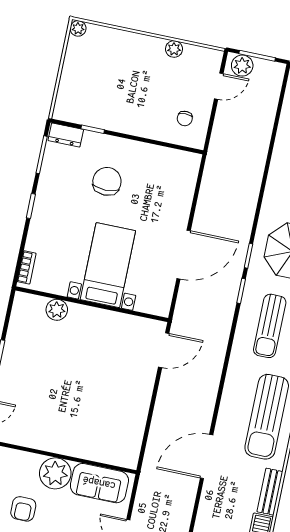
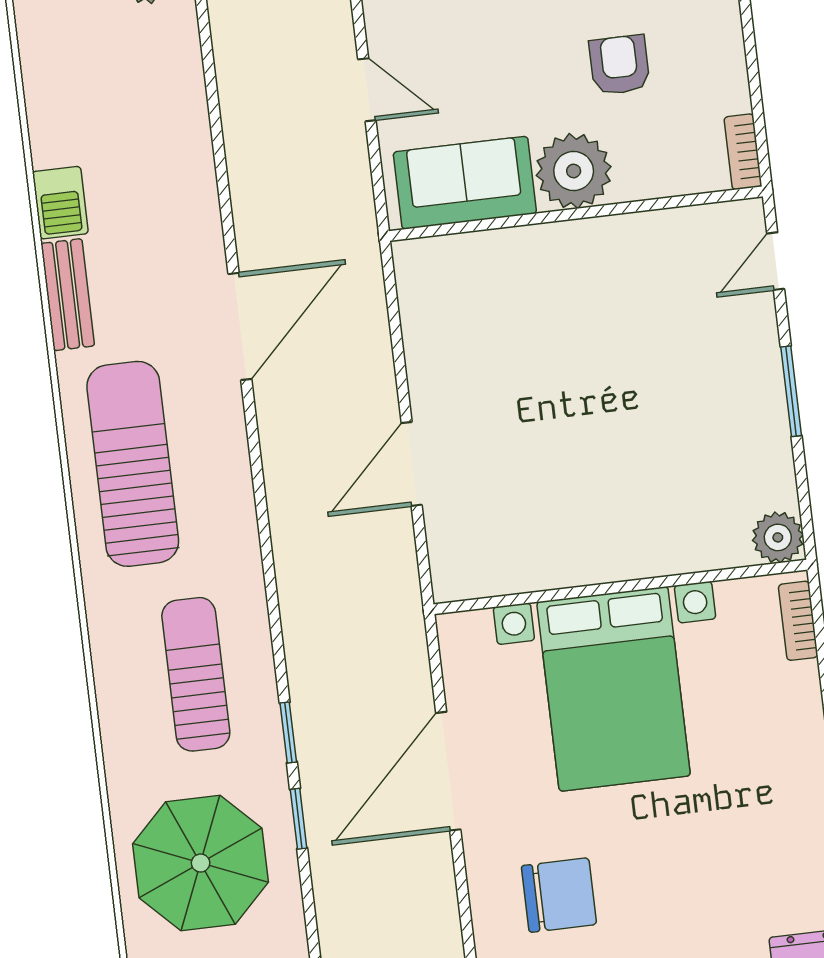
chair: (107, 181) -> (559, 895), moved, turned -90
bed with nightstands: (108, 265) -> (614, 689), width x1.36
plant: (57, 310) -> (778, 537), moved
door: (164, 350) -> (412, 464), moved

